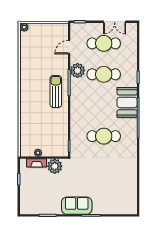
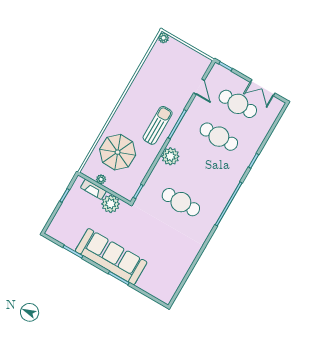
door: (69, 47) -> (199, 87), swing flipped
plant: (77, 70) -> (170, 156), moved
booth: (127, 102) -> (226, 181), removed
parasol: (38, 127) -> (118, 152), added
sofa: (77, 206) -> (111, 257), width x1.85, depth x1.27

